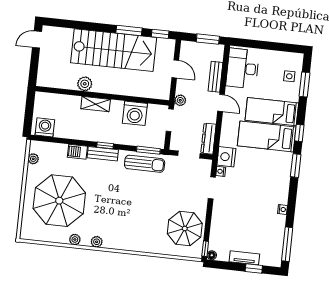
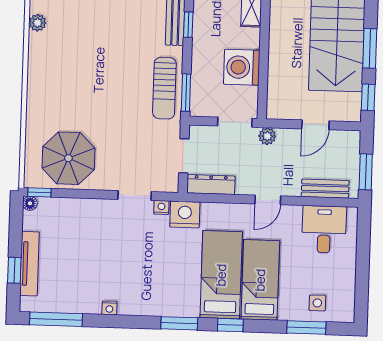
desk: (243, 68) -> (324, 229), width x0.73
bench: (215, 77) -> (325, 189), moved
tv unit: (244, 258) -> (30, 264), width x1.41

